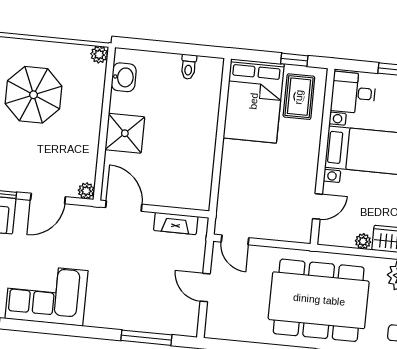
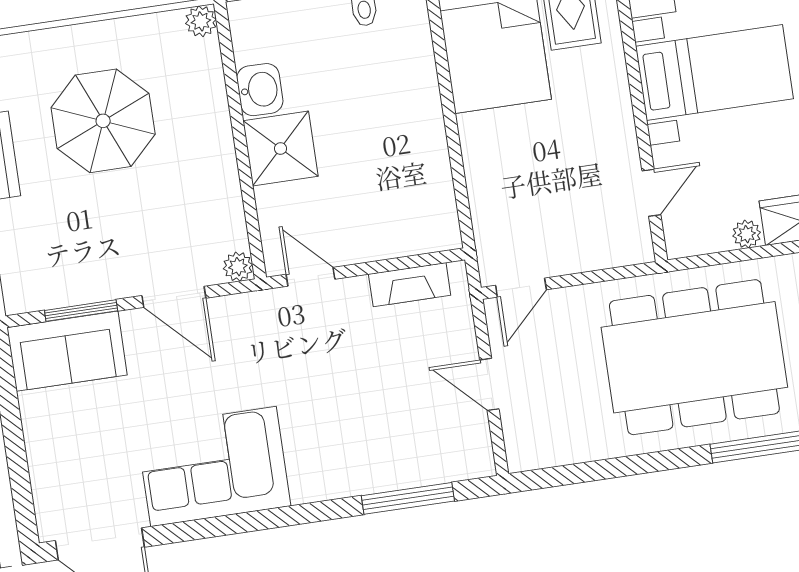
washbasin: (124, 77) -> (260, 90), moved
door: (48, 198) -> (174, 297), hinge flipped
door: (124, 206) -> (310, 277), width x0.73
door: (235, 240) -> (521, 288), hinge flipped

